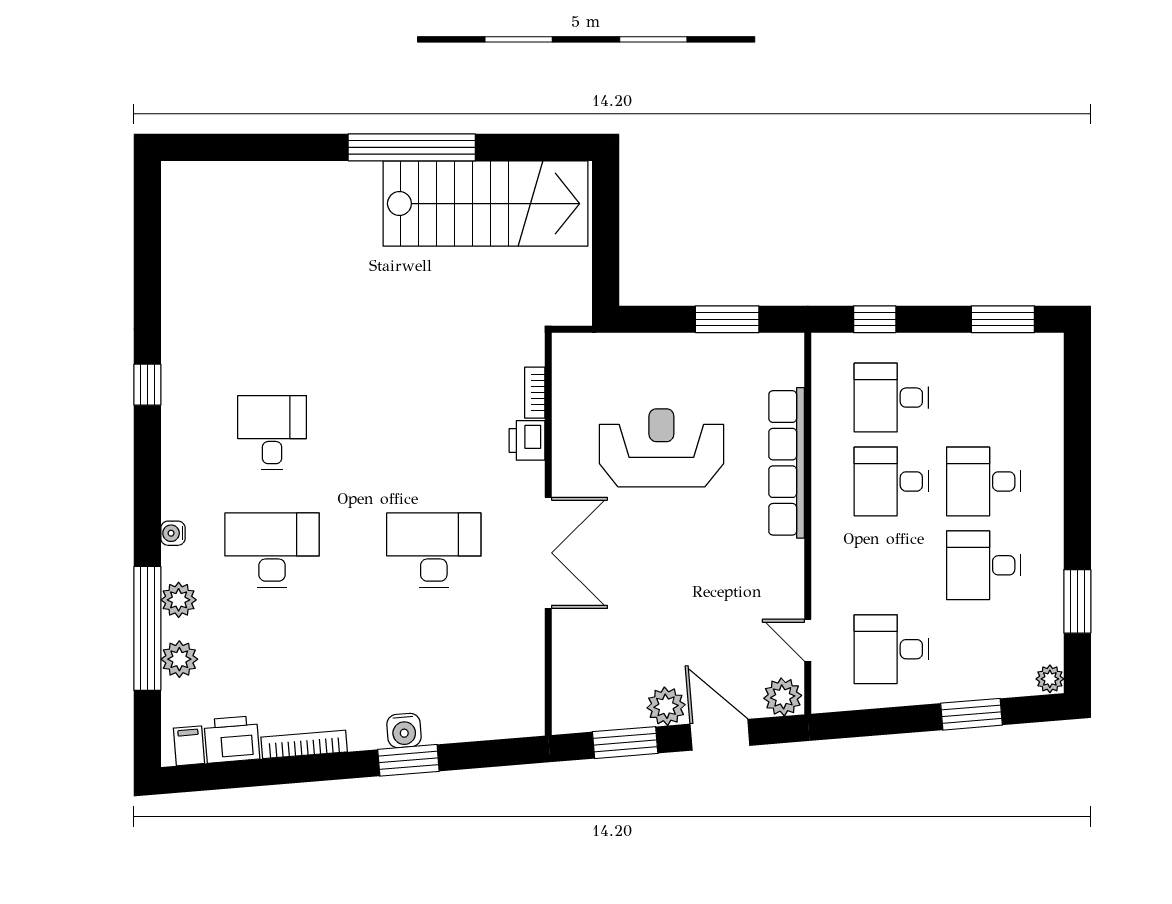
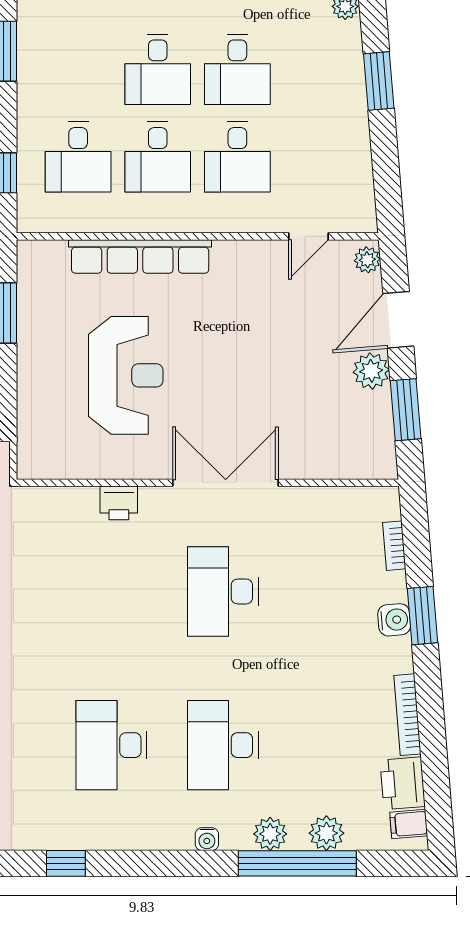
bookcase: (535, 393) -> (394, 546), moved, turned 85
desk: (272, 433) -> (111, 745), width x1.37
reception desk: (661, 448) -> (126, 375), turned 180
desk: (891, 649) -> (237, 157), moved
plant: (783, 697) -> (367, 260), width x0.73, depth x0.73

